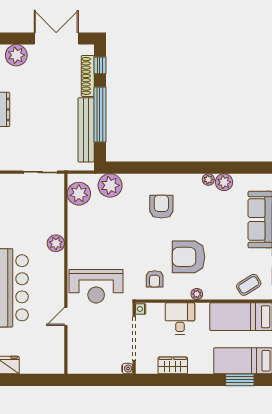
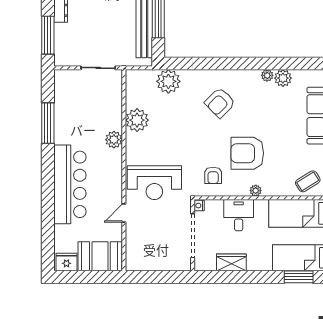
plant: (79, 194) -> (137, 120), moved
armchair: (161, 207) -> (220, 103), turned -135
booth: (42, 359) -> (100, 256), added
water cooler: (127, 369) -> (186, 266), removed

